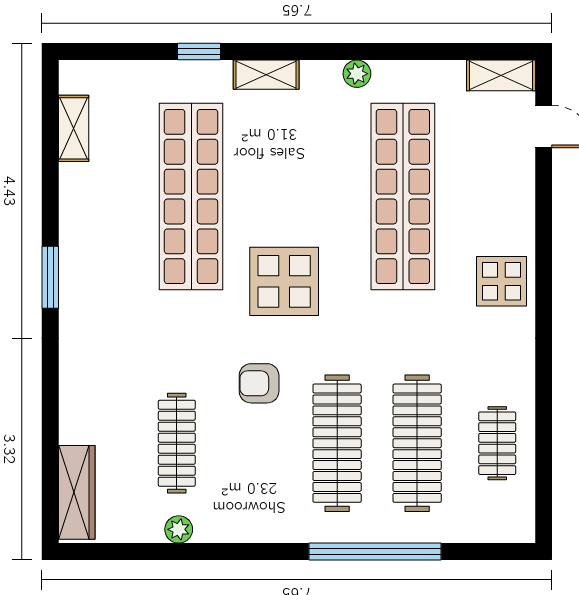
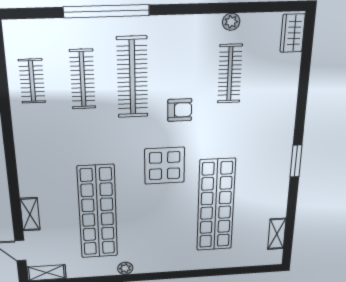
window: (199, 52) -> (209, 273), removed
shelving: (266, 75) -> (30, 214), moved, turned 90
display table: (501, 281) -> (37, 172), removed
clothes rail: (417, 443) -> (83, 79), width x0.73, depth x0.76
wardrobe: (77, 492) -> (293, 33), width x0.67

